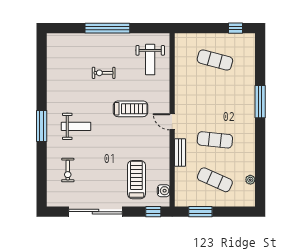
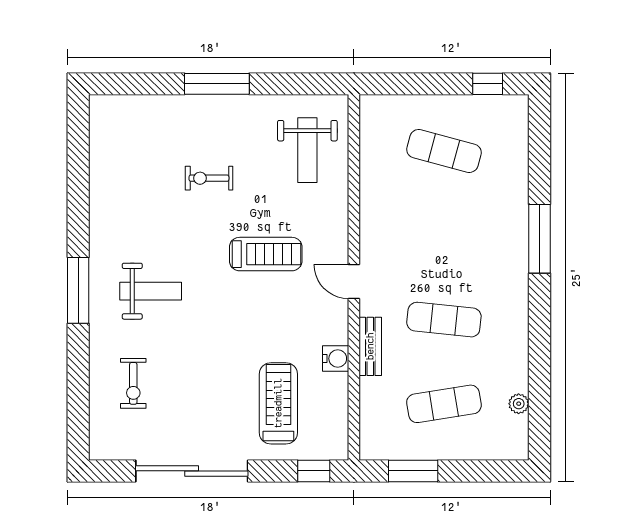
window: (107, 28) -> (217, 84), width x0.68
exercise mat: (215, 180) -> (444, 404), turned -33
water cooler: (164, 191) -> (336, 359), moved

